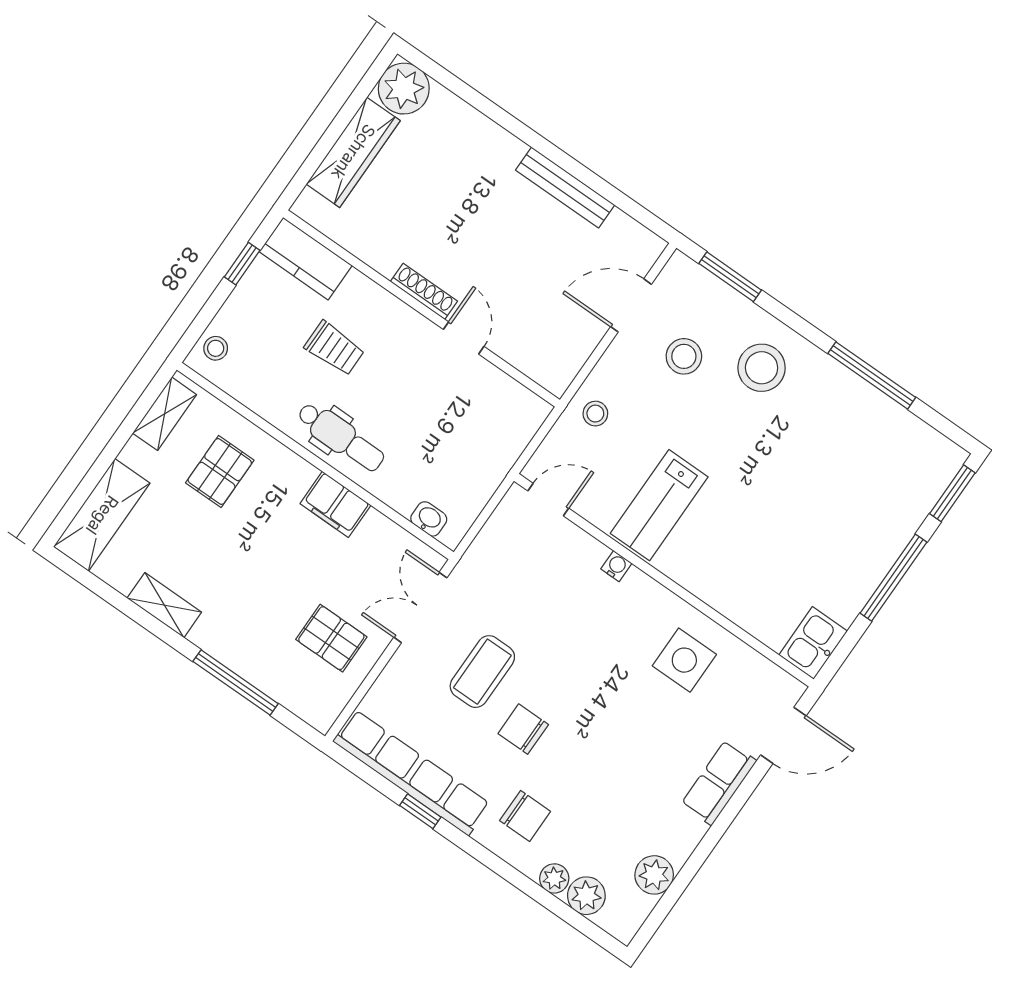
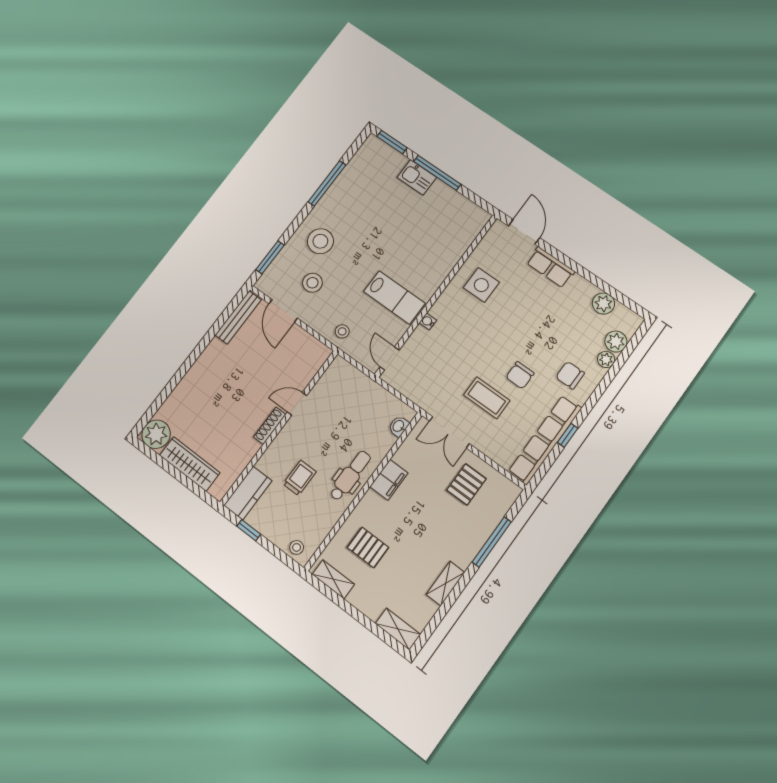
bench: (565, 187) -> (238, 317), moved
shelving: (102, 515) -> (398, 629), width x0.67, depth x0.75
kitchen sink: (813, 643) -> (417, 177), moved
chair: (525, 816) -> (570, 375), turned -90

